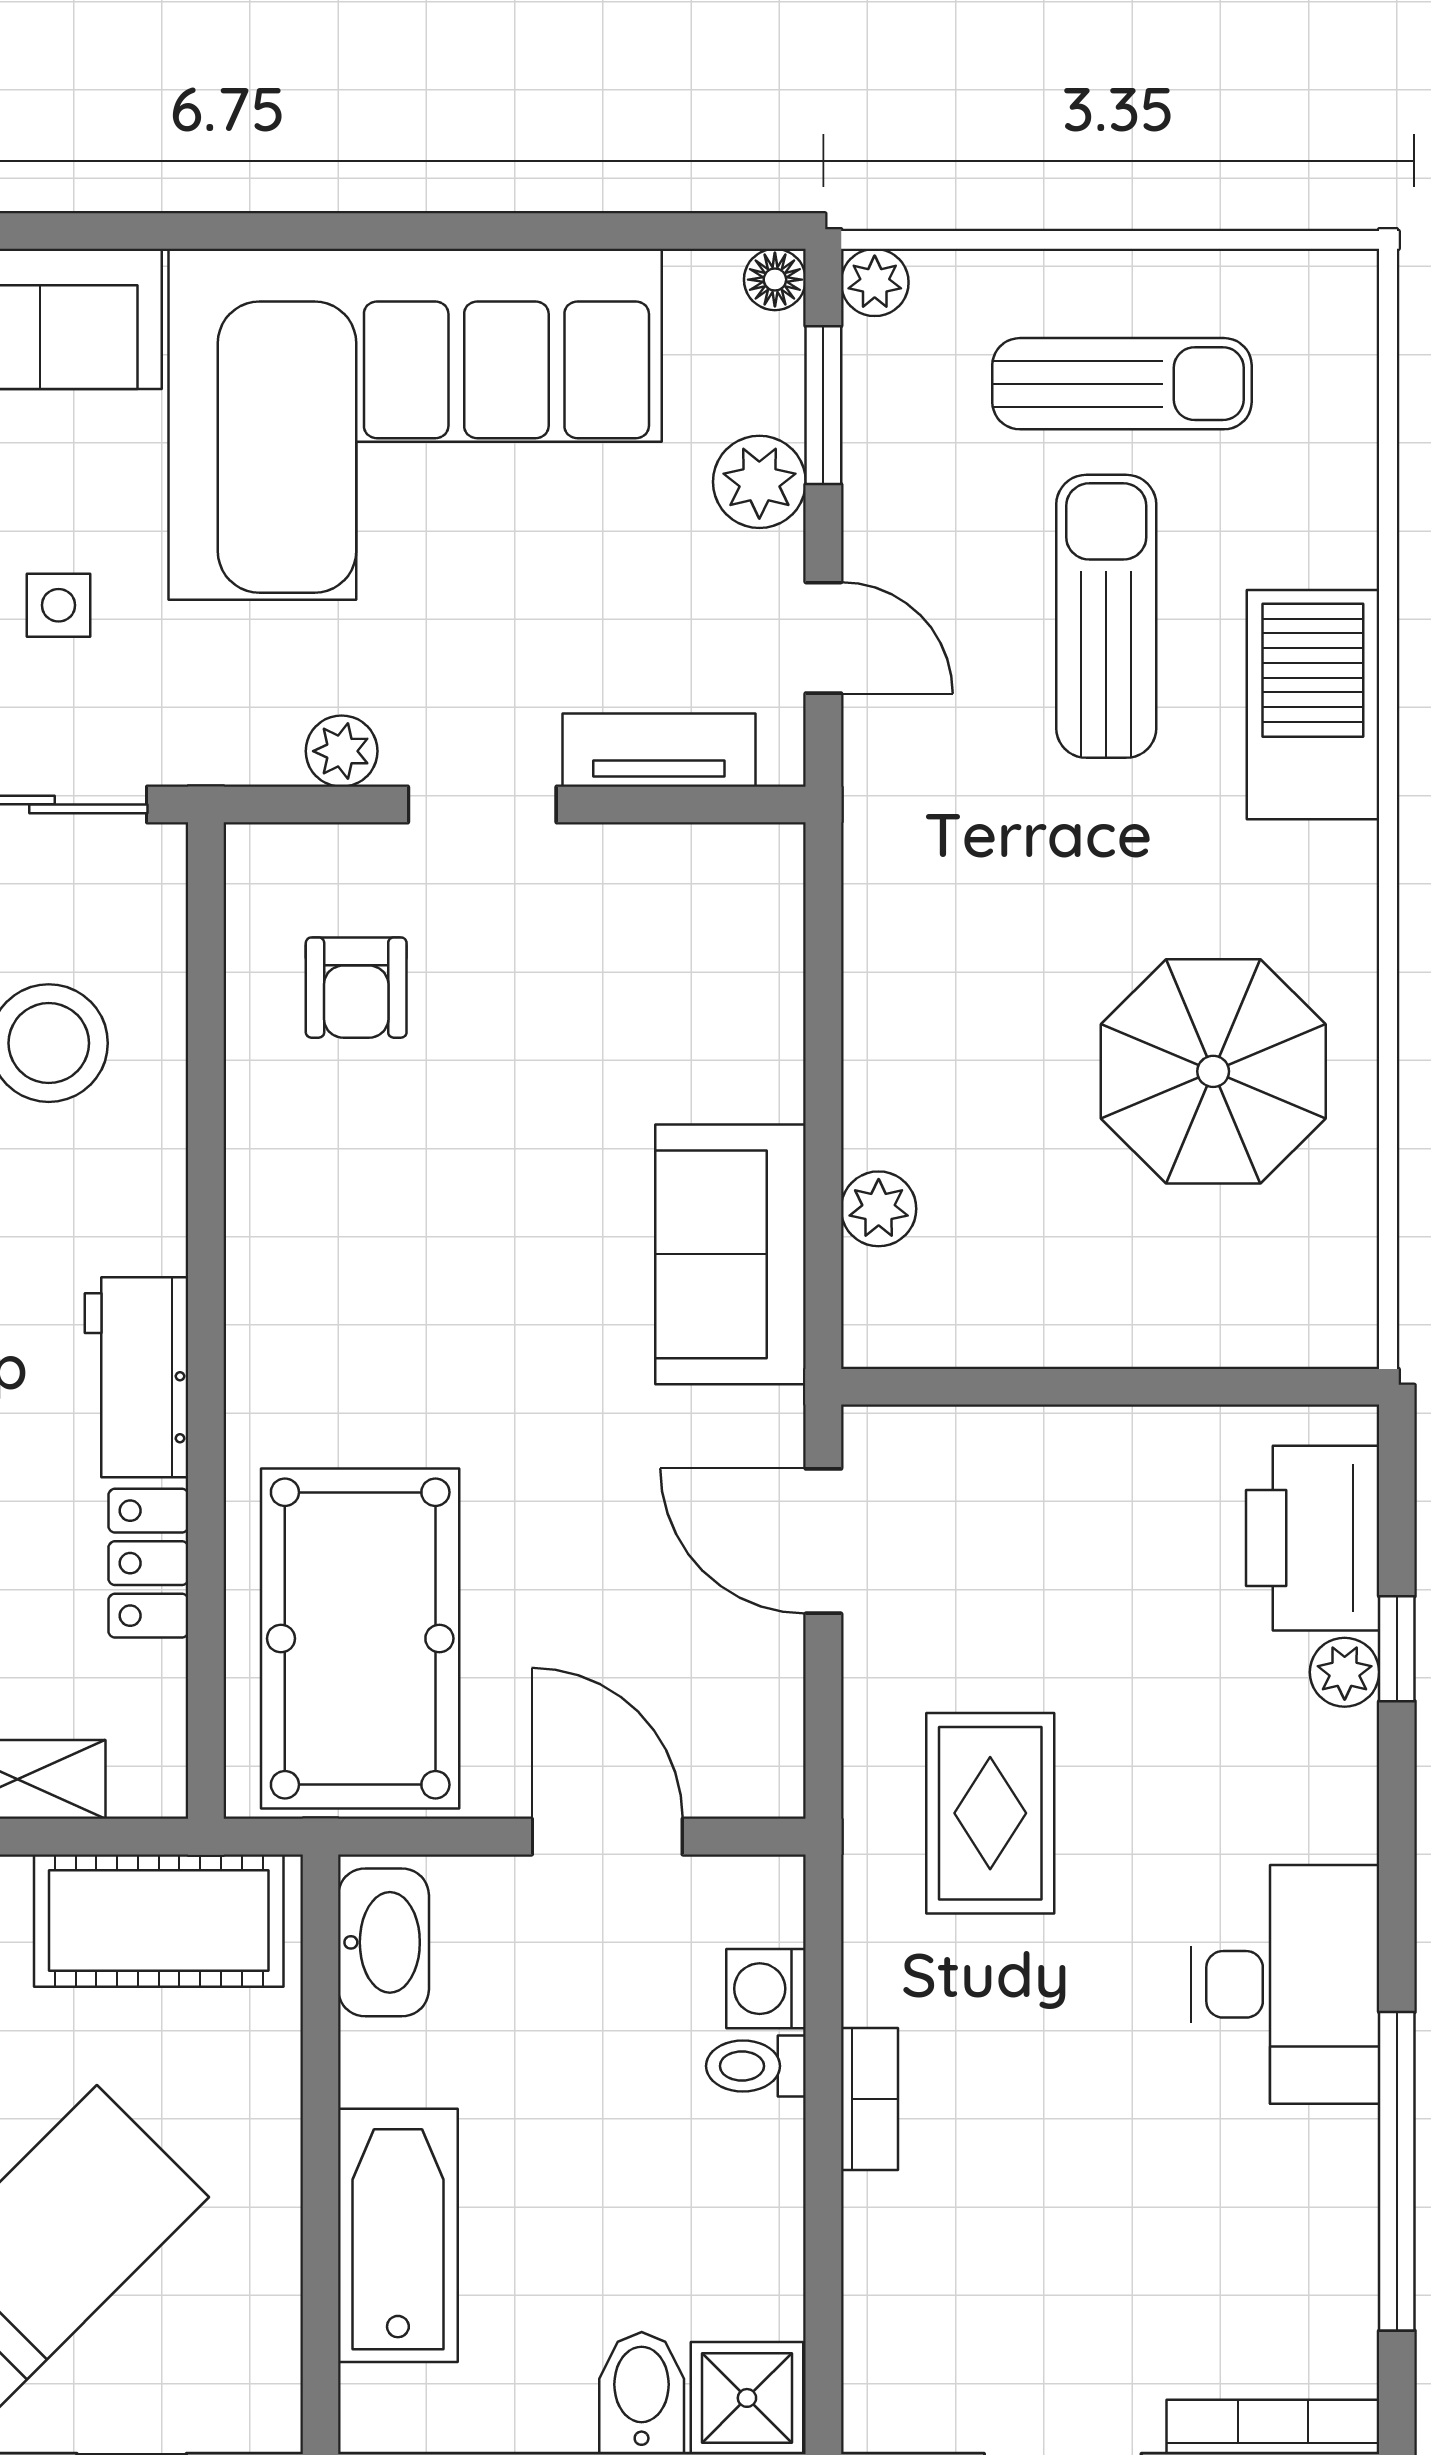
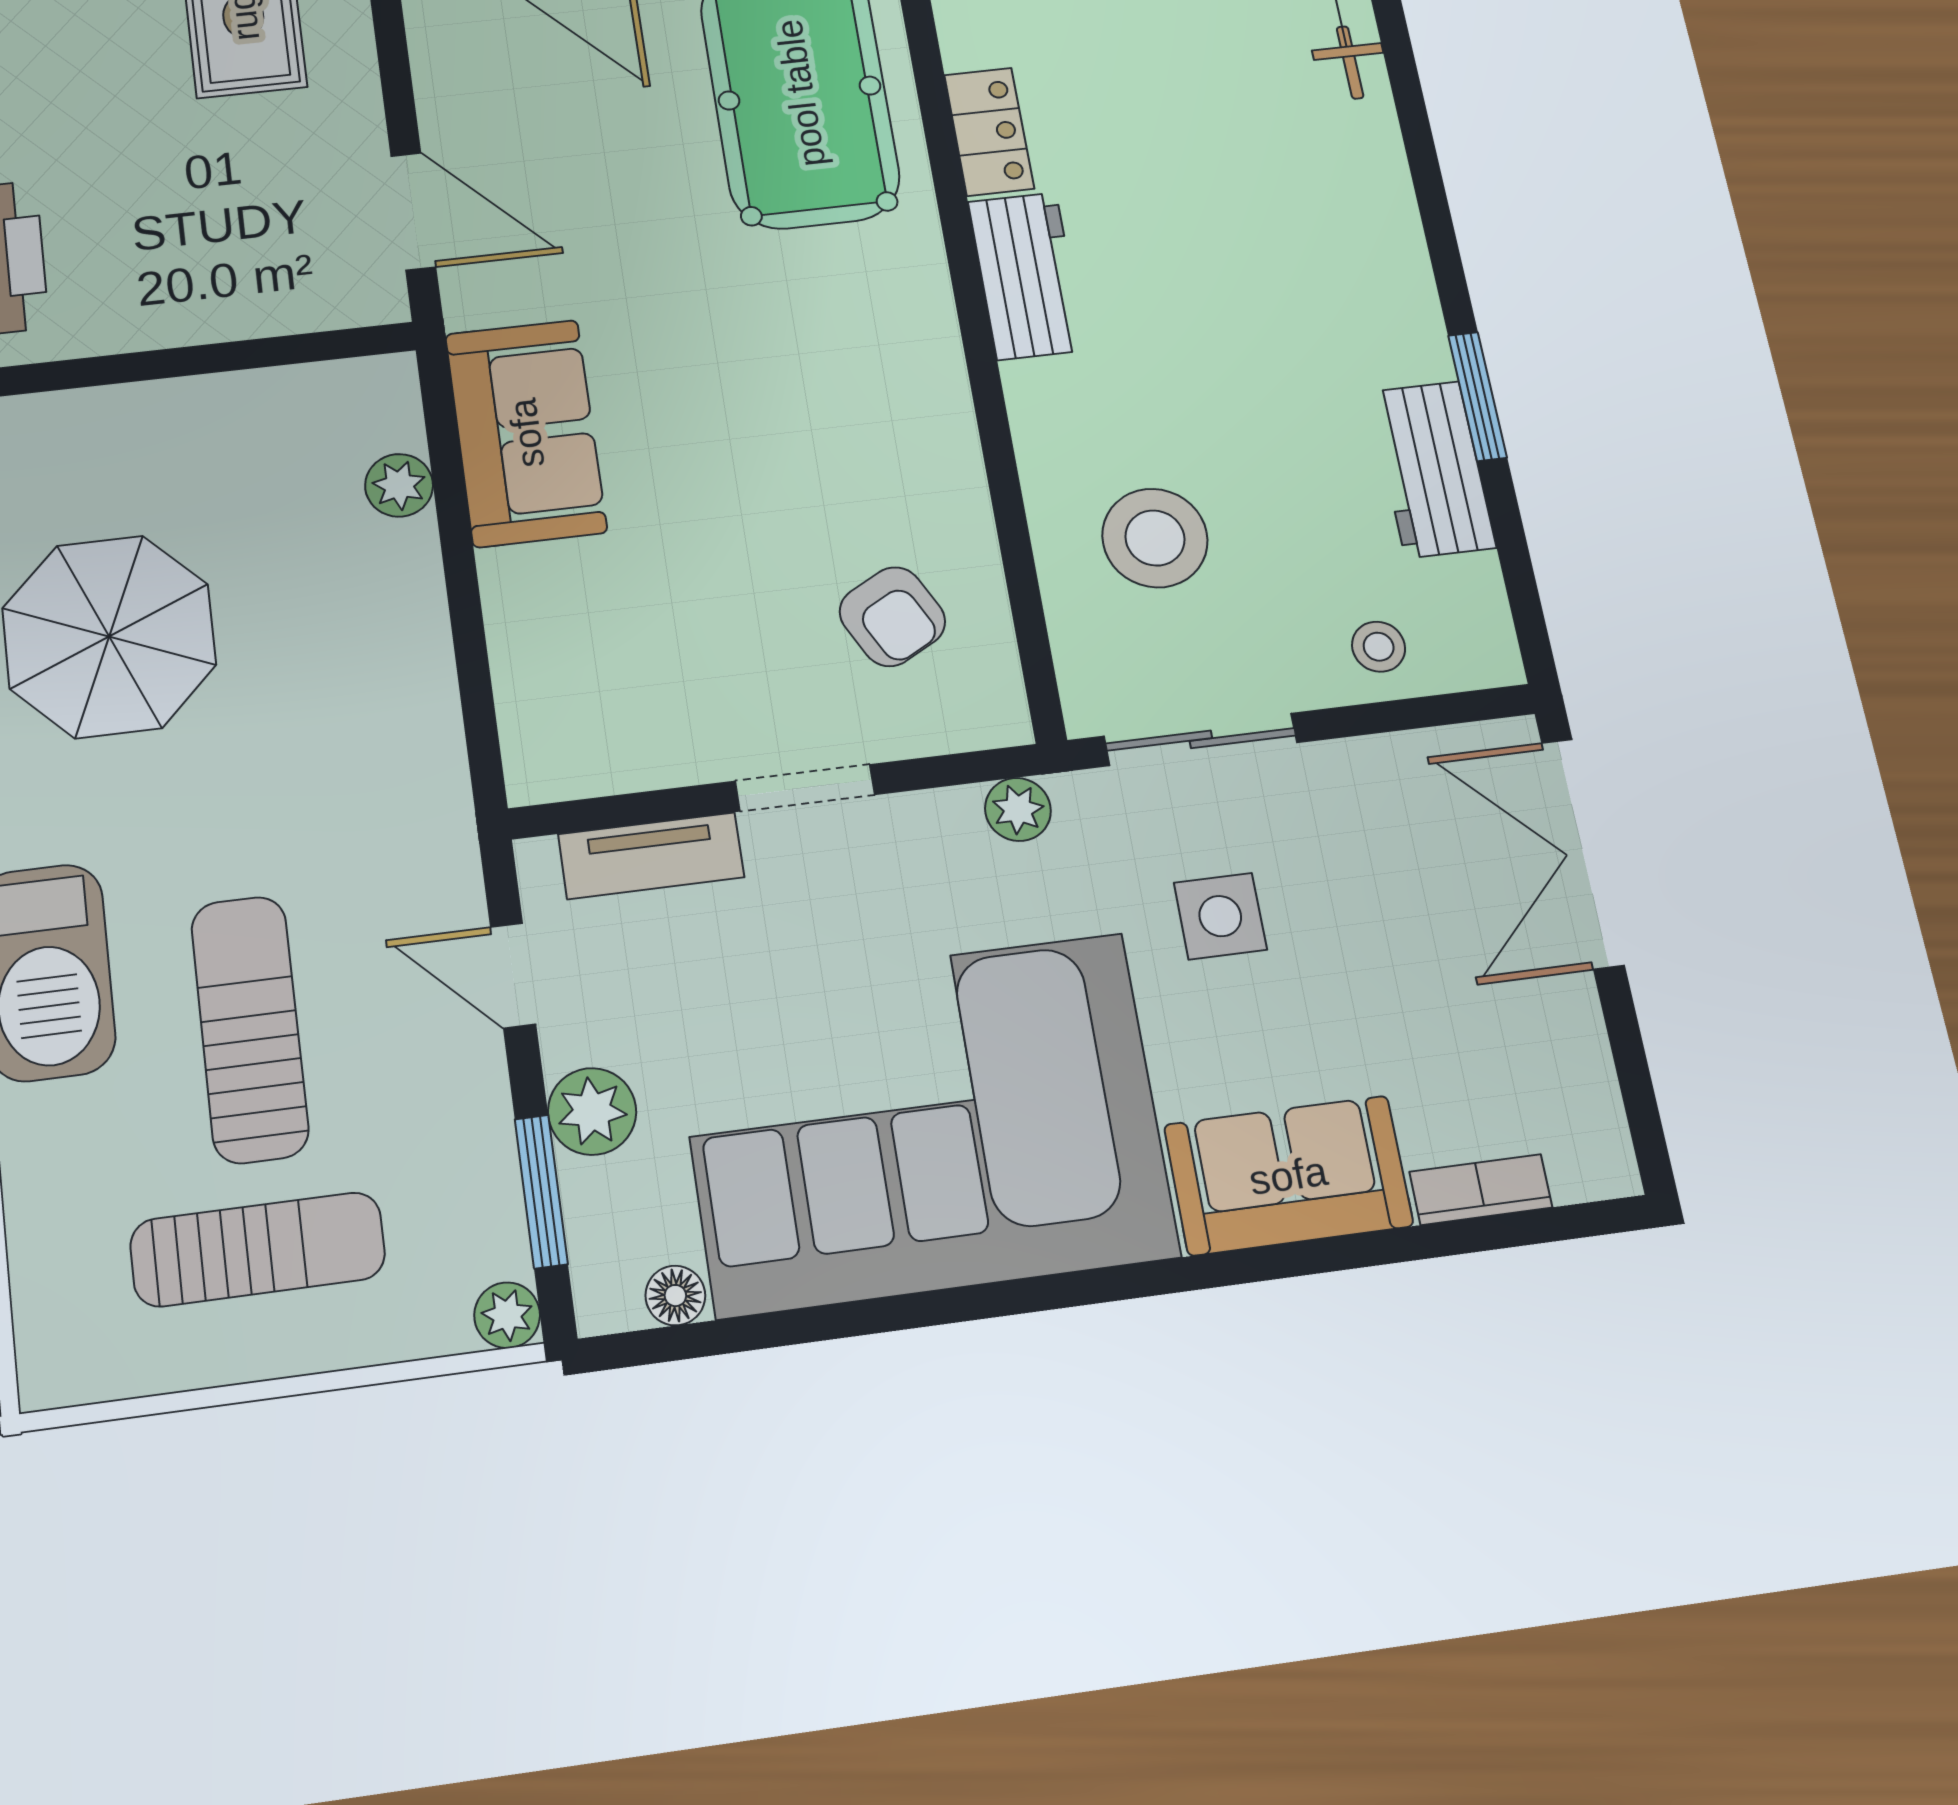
floor lamp: (775, 280) -> (675, 1296), moved
sun lounger: (1122, 384) -> (258, 1249), turned 180
side table: (58, 605) -> (1220, 916), width x1.37, depth x1.37
sun lounger: (1106, 616) -> (250, 1029), turned 180
plant: (342, 751) -> (1018, 809), moved
armchair: (356, 988) -> (892, 617), turned 152

